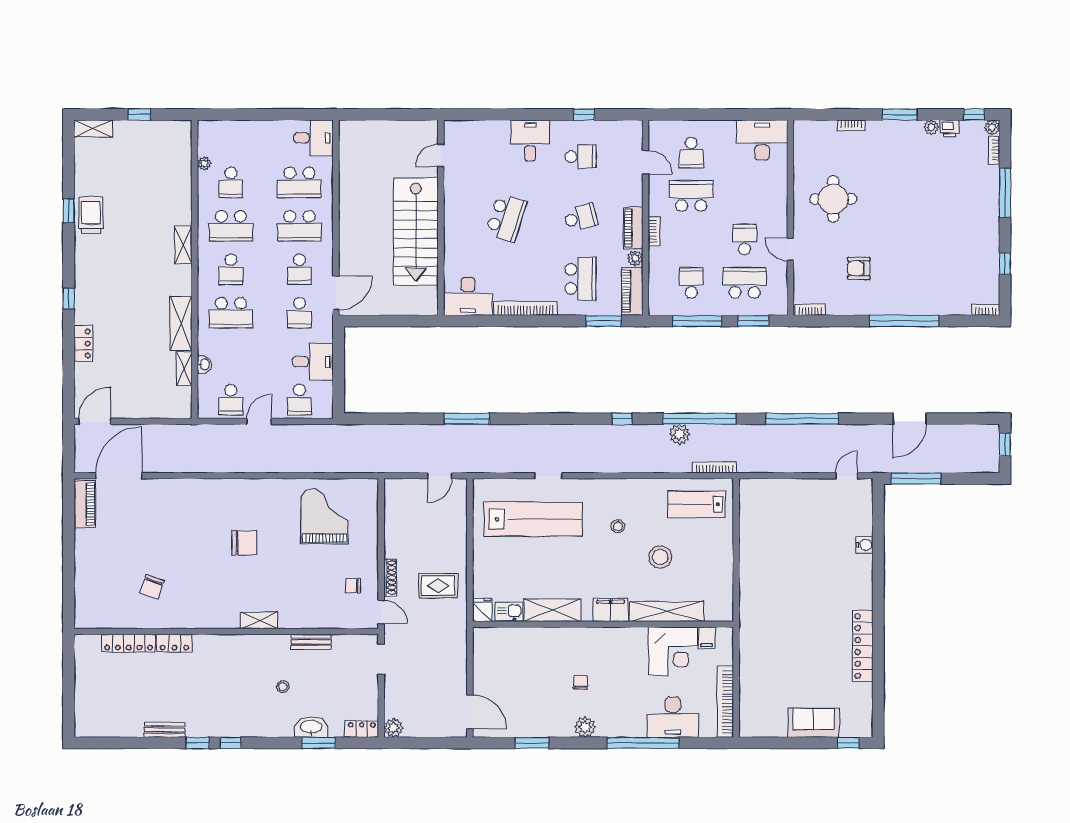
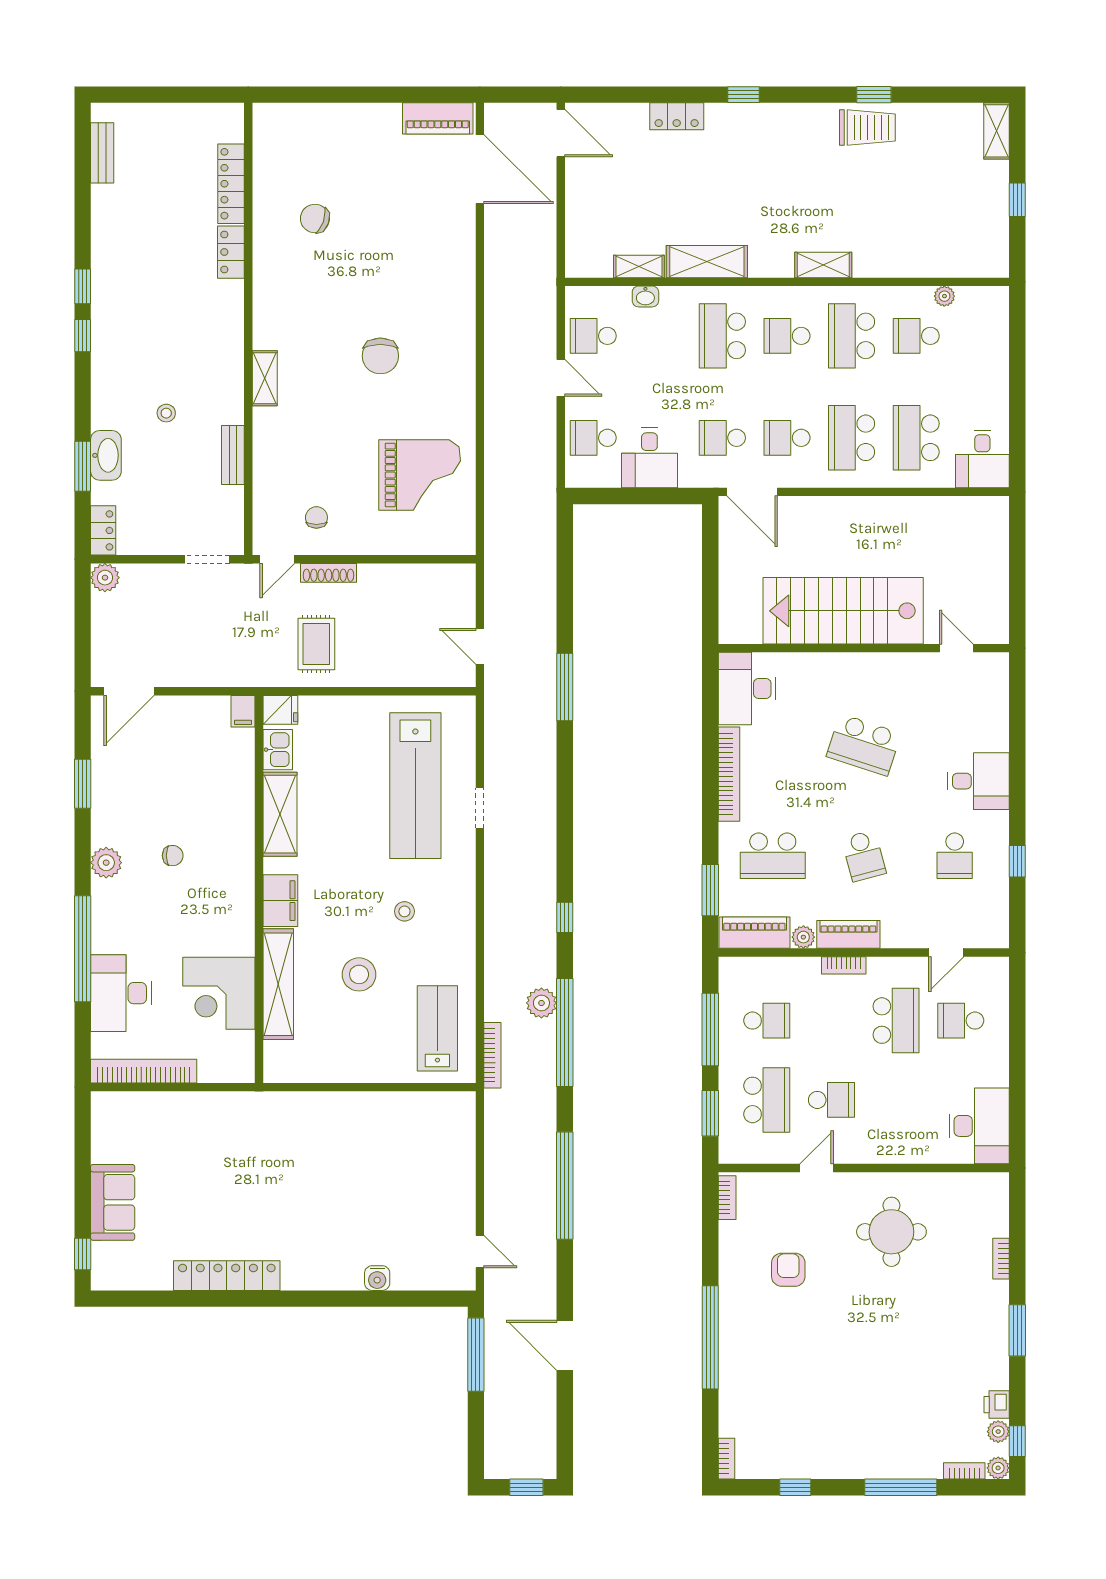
plant: (931, 127) -> (998, 1432), moved
filing cabinet: (707, 638) -> (243, 711), moved, turned -90
bench: (165, 730) -> (102, 153), moved

